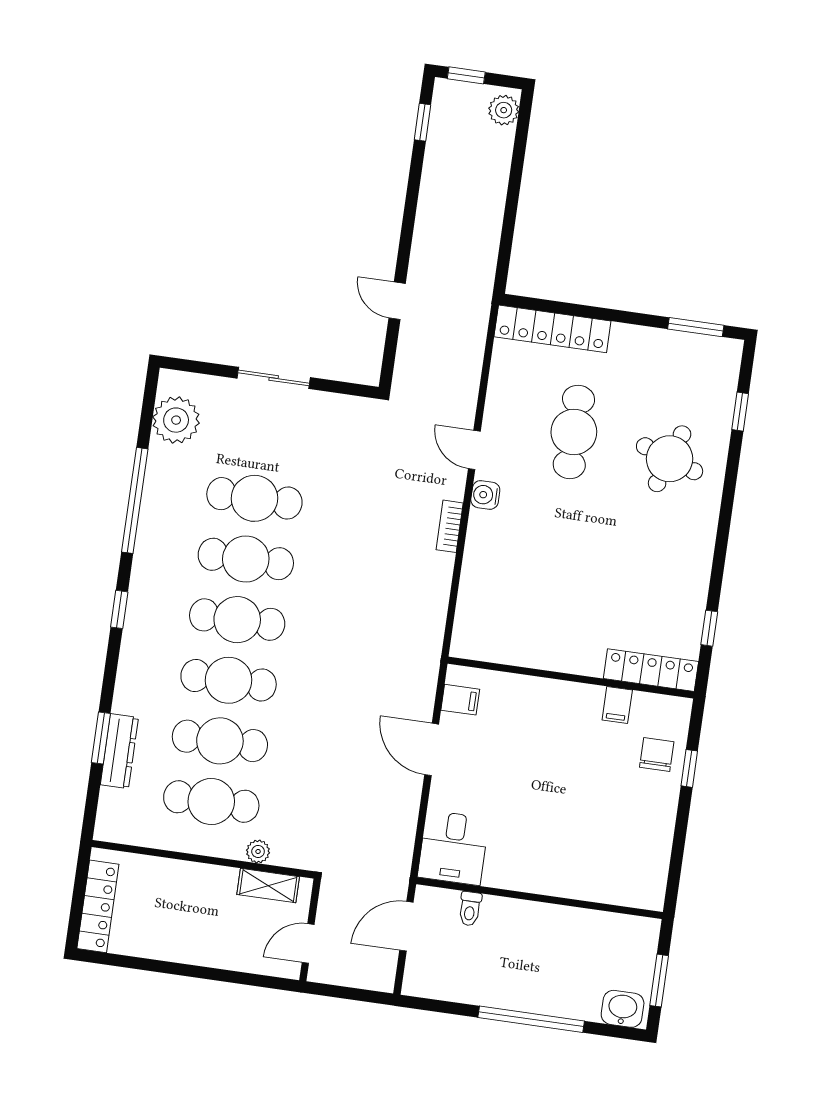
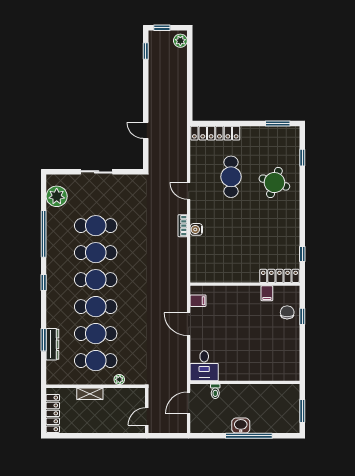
water cooler: (485, 495) -> (196, 229), moved
shelving: (268, 886) -> (90, 394), moved
washbasin: (623, 1009) -> (241, 426), moved

